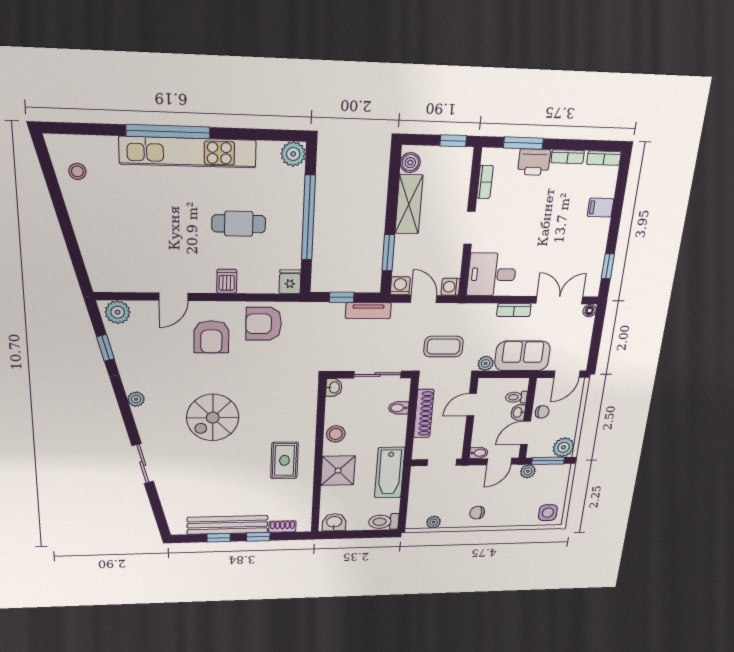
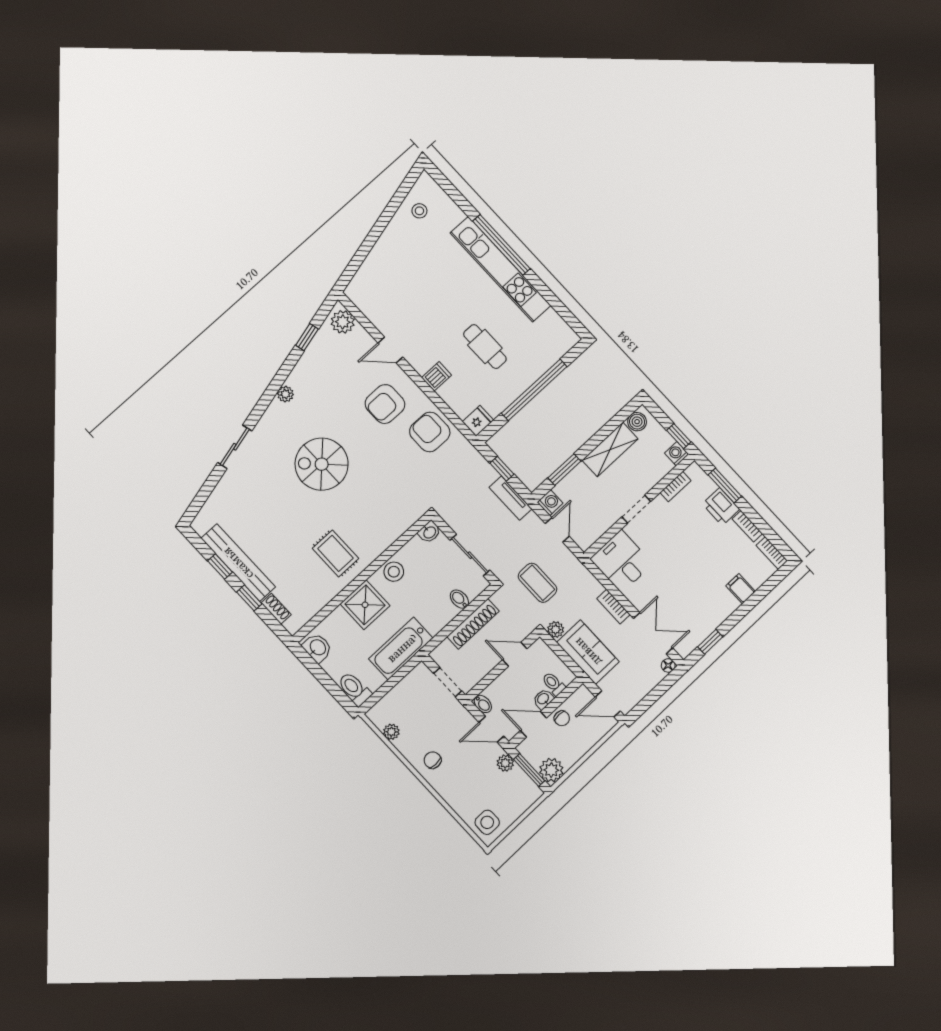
plant: (293, 154) -> (566, 338), removed
washing machine: (451, 287) -> (677, 454), moved
rug: (284, 460) -> (335, 553), turned 90

